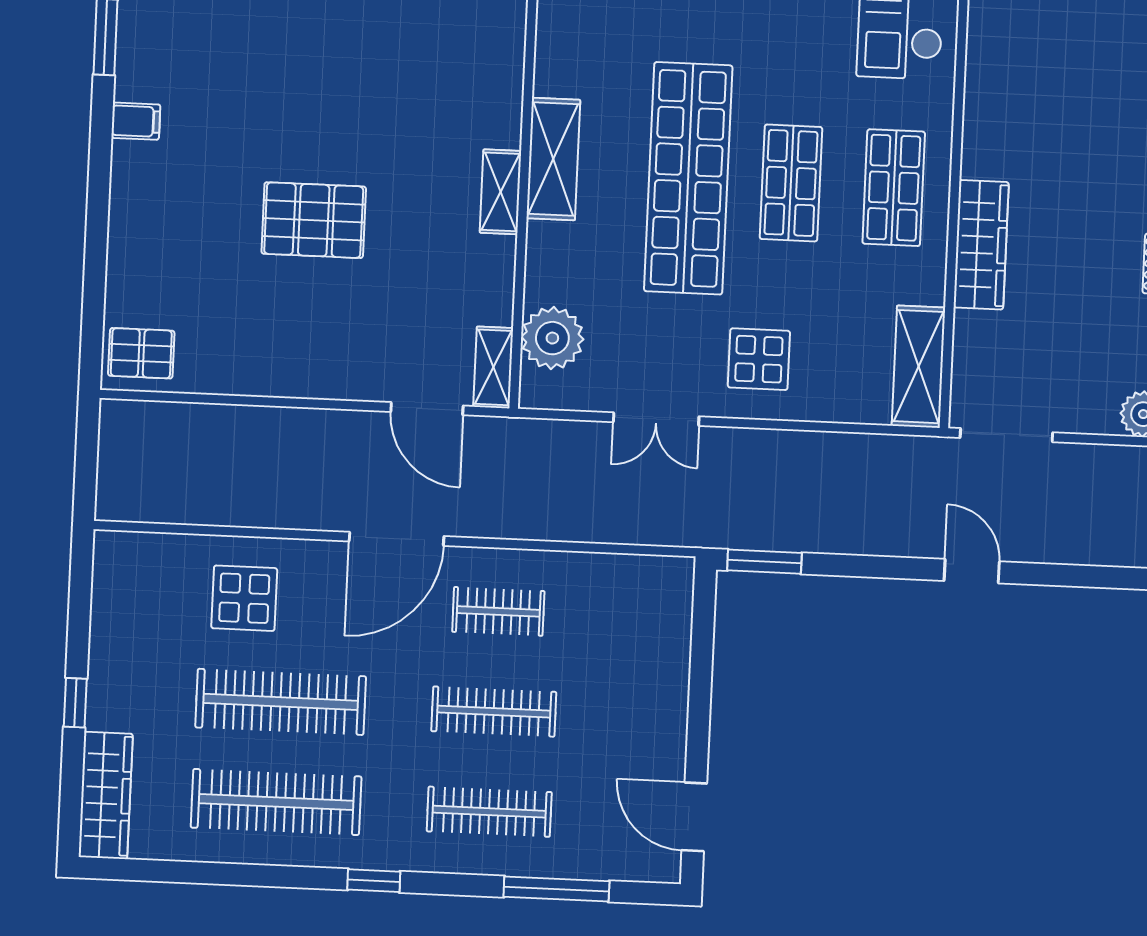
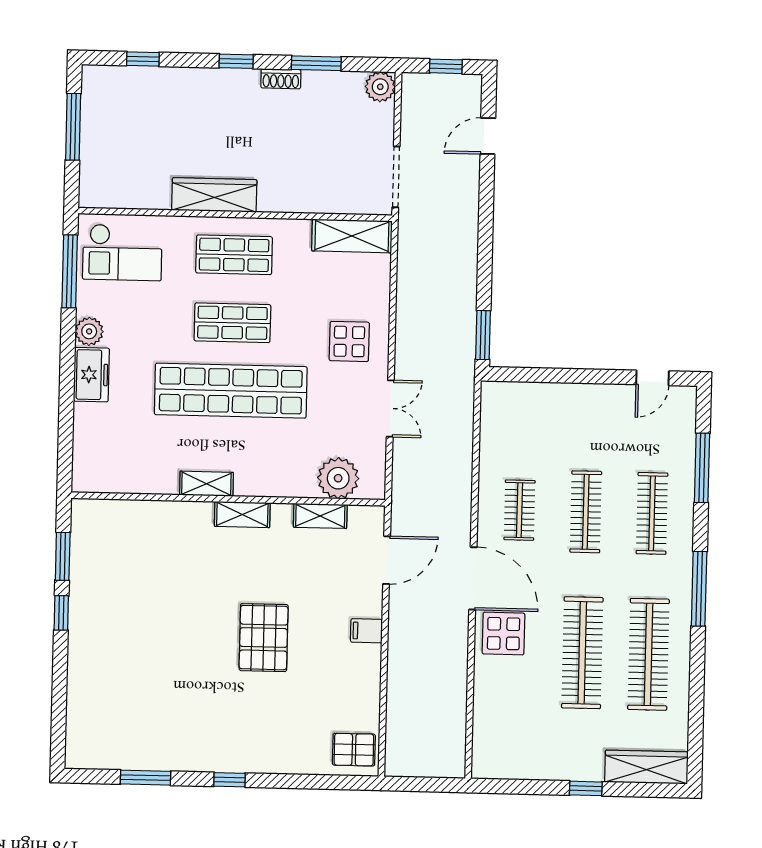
filing cabinet: (136, 121) -> (366, 631), moved, turned -90
shelving: (553, 159) -> (206, 484), width x0.67, depth x0.75
window: (100, 164) -> (230, 780), added
wardrobe: (981, 245) -> (214, 195), moved
pallet: (141, 353) -> (354, 750), turned 90
shelving: (493, 367) -> (320, 516), moved
door: (972, 571) -> (488, 136), moved
display table: (244, 598) -> (503, 634), moved
door: (694, 817) -> (653, 378), width x0.73
window: (374, 881) -> (699, 589), width x2.17

